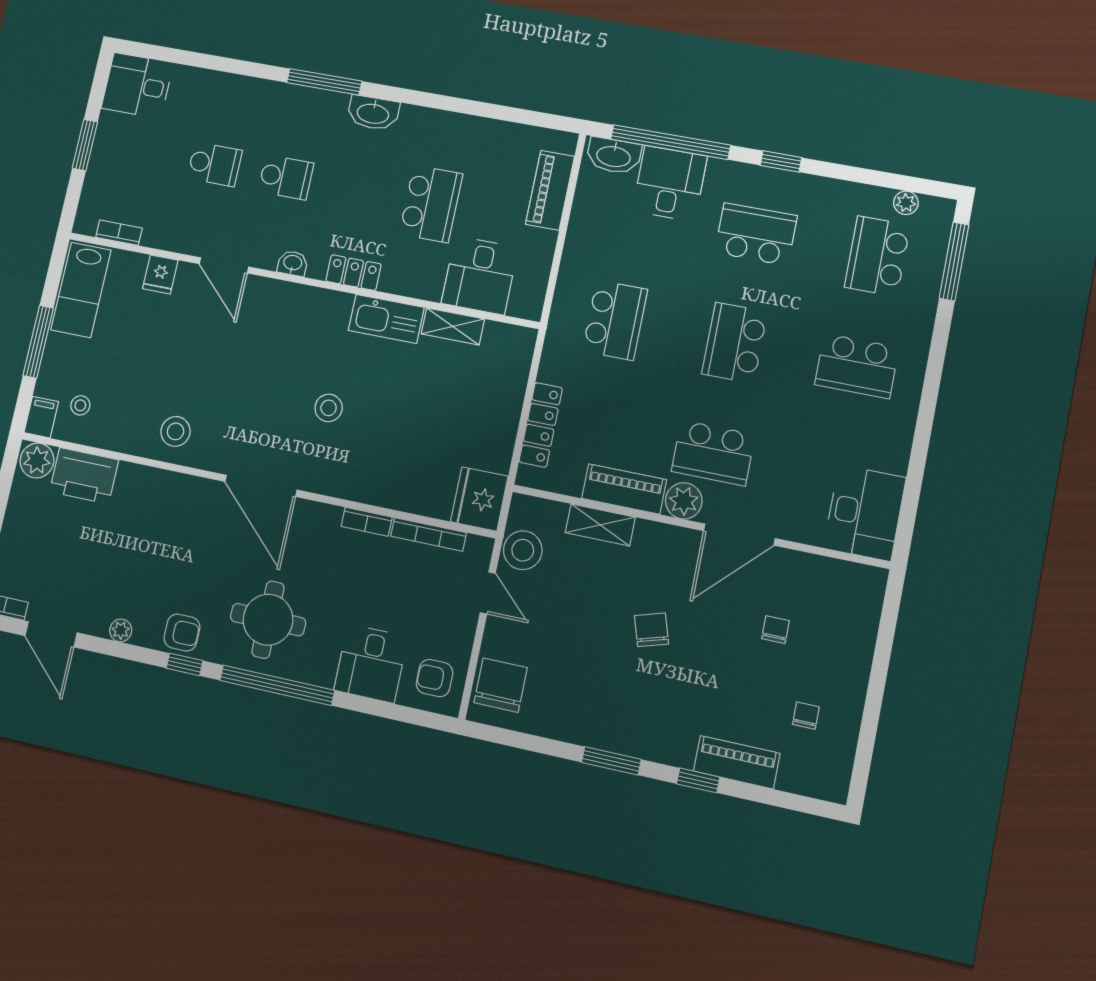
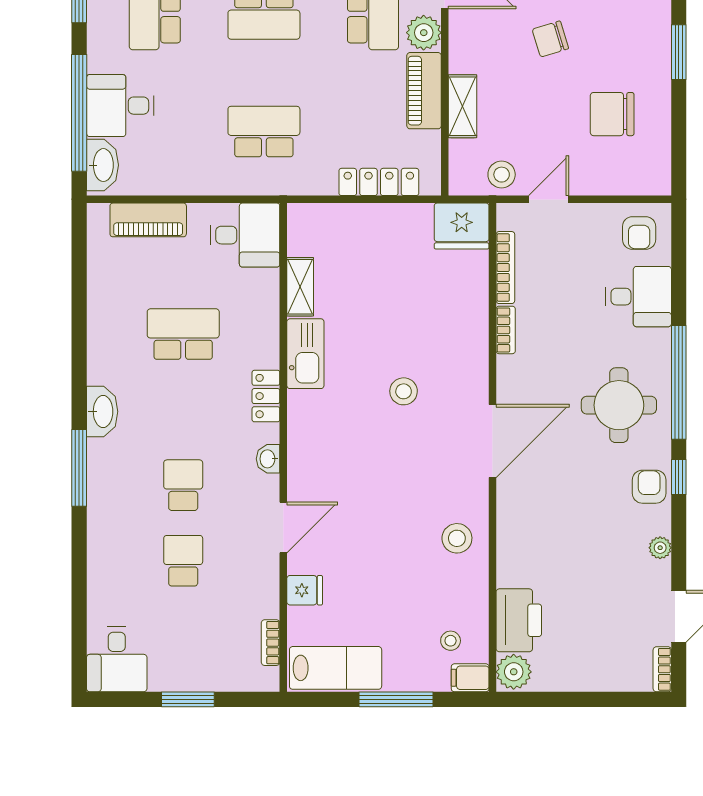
desk: (480, 275) -> (245, 235), moved
stool: (523, 550) -> (502, 175), width x0.73, depth x0.73
chair: (501, 685) -> (612, 114), moved

